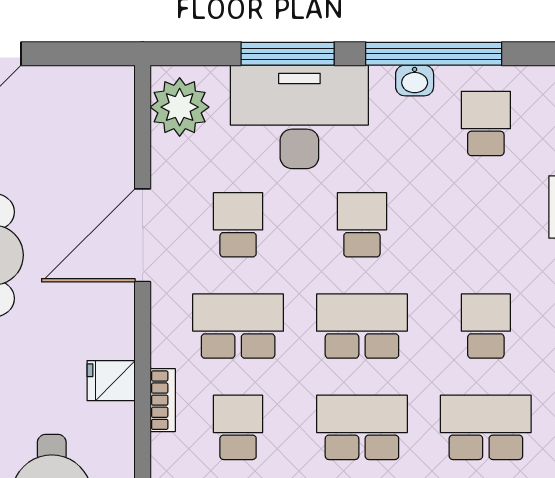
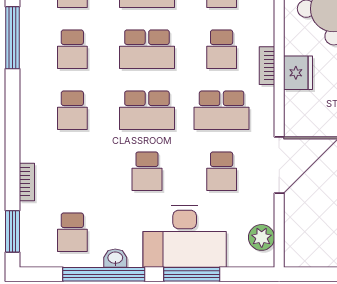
plant: (180, 107) -> (262, 237), width x0.73, depth x0.73
fridge: (111, 381) -> (298, 73), width x1.38
school desk: (486, 427) -> (72, 49), width x0.54

